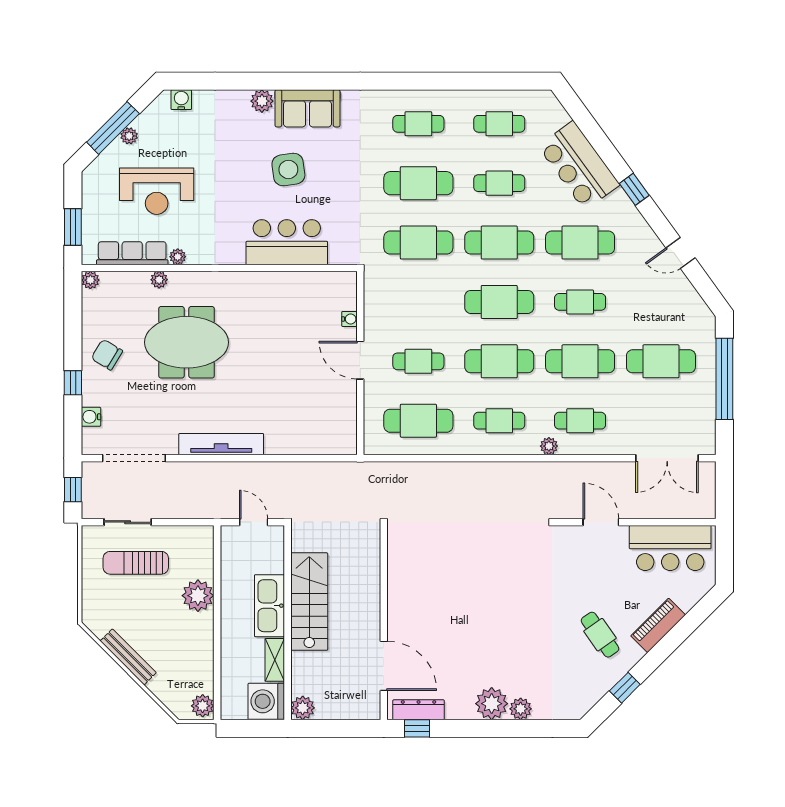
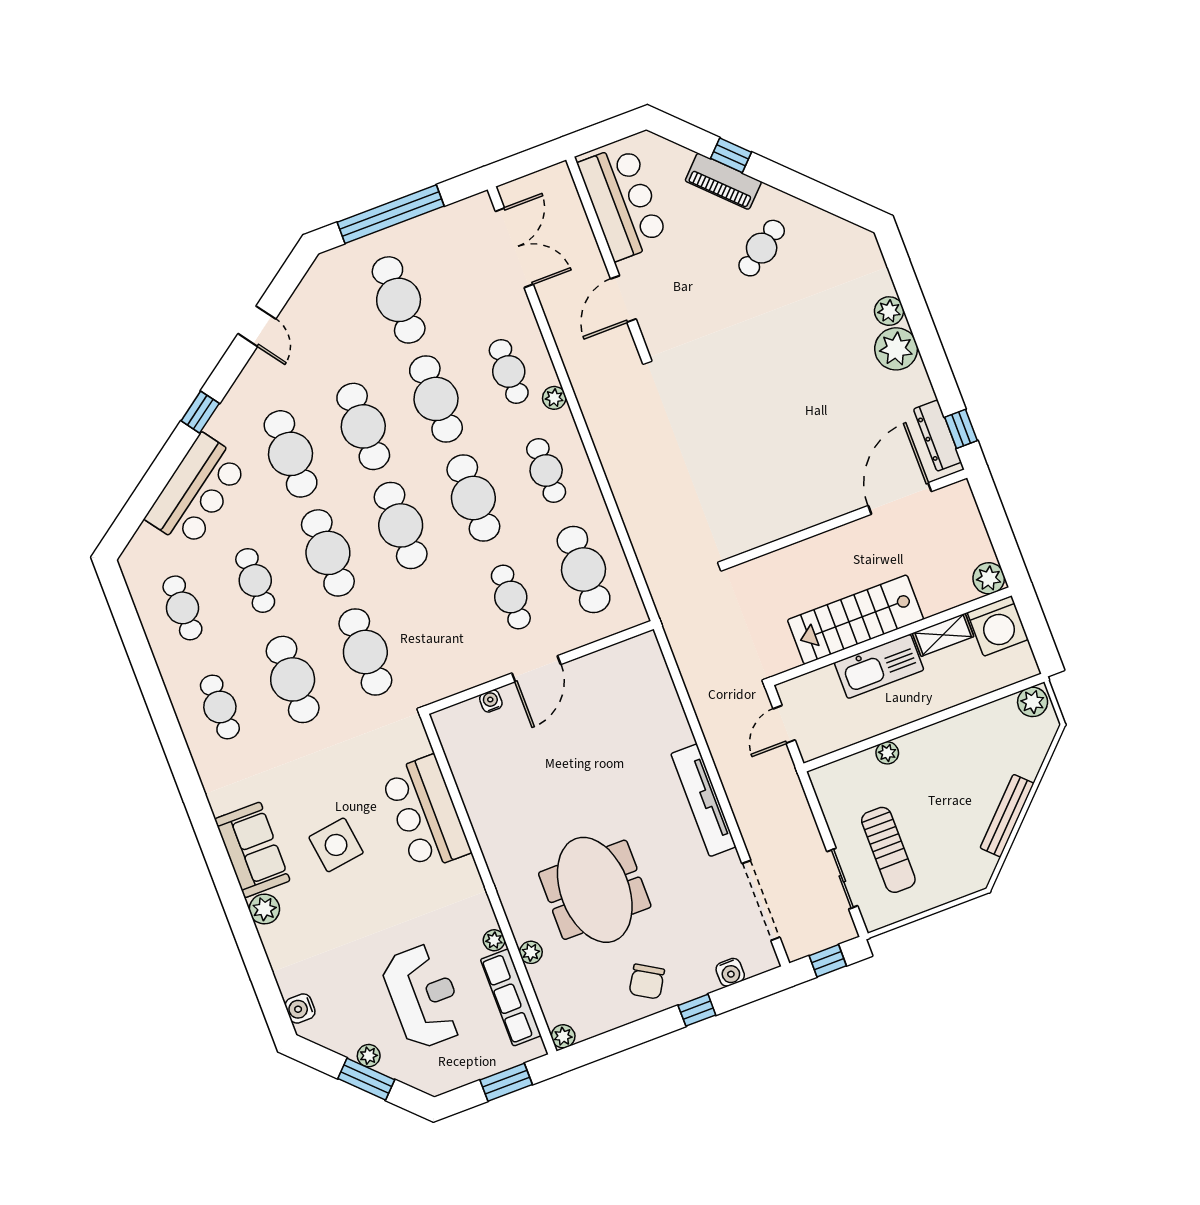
window: (113, 128) -> (366, 1079), width x0.69
cafe table: (580, 302) -> (363, 426), width x1.37, depth x1.35
plant: (198, 596) -> (887, 753), width x0.53, depth x0.53
window: (625, 688) -> (731, 155), moved

